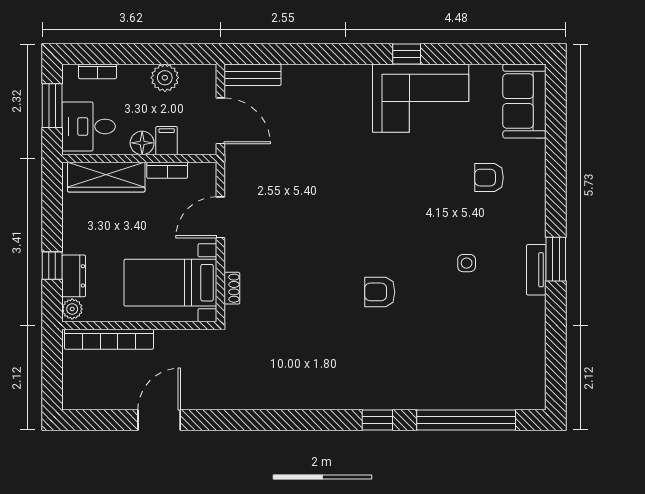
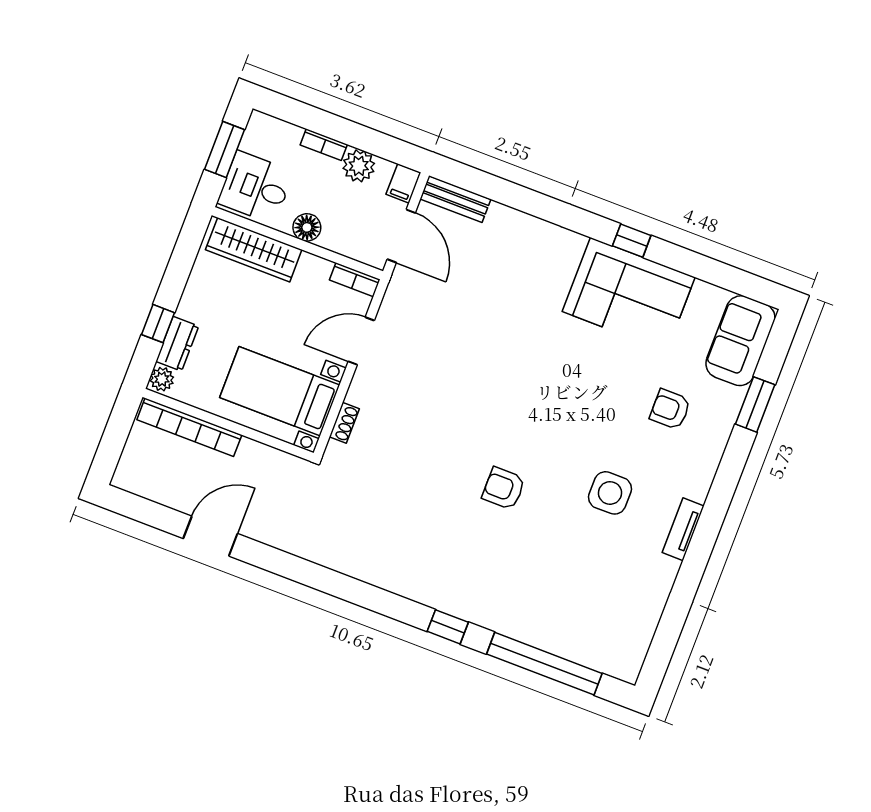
bookcase: (98, 71) -> (324, 145), moved
filing cabinet: (167, 141) -> (403, 183), moved, turned 180
bookcase: (167, 170) -> (355, 280), moved
window: (556, 259) -> (755, 404), moved
side table: (467, 263) -> (610, 493), width x1.87, depth x1.87

